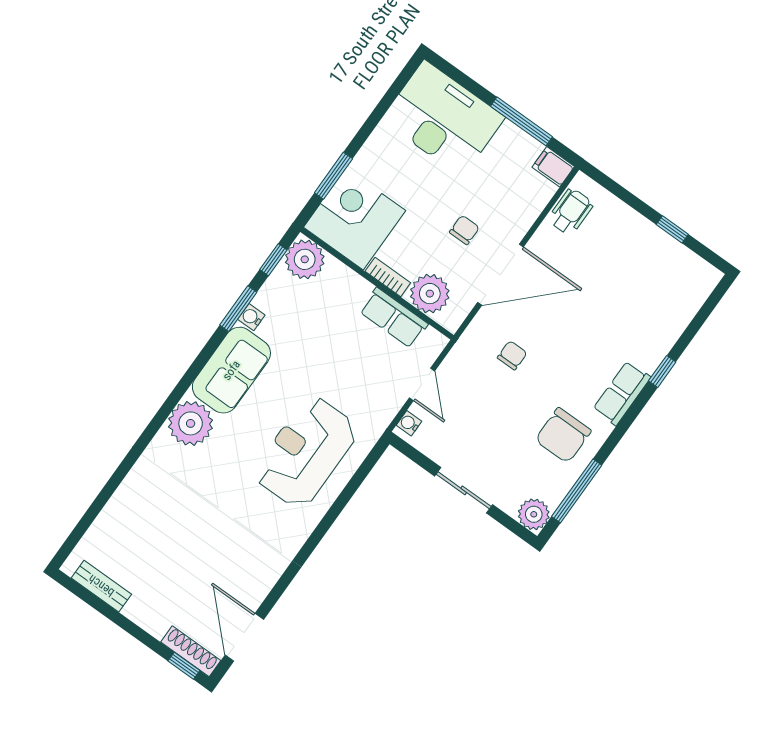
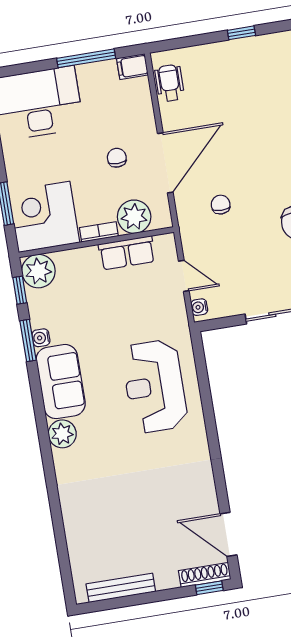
plant: (191, 423) -> (62, 434), width x0.73, depth x0.73
bench: (101, 586) -> (121, 588), width x1.36

